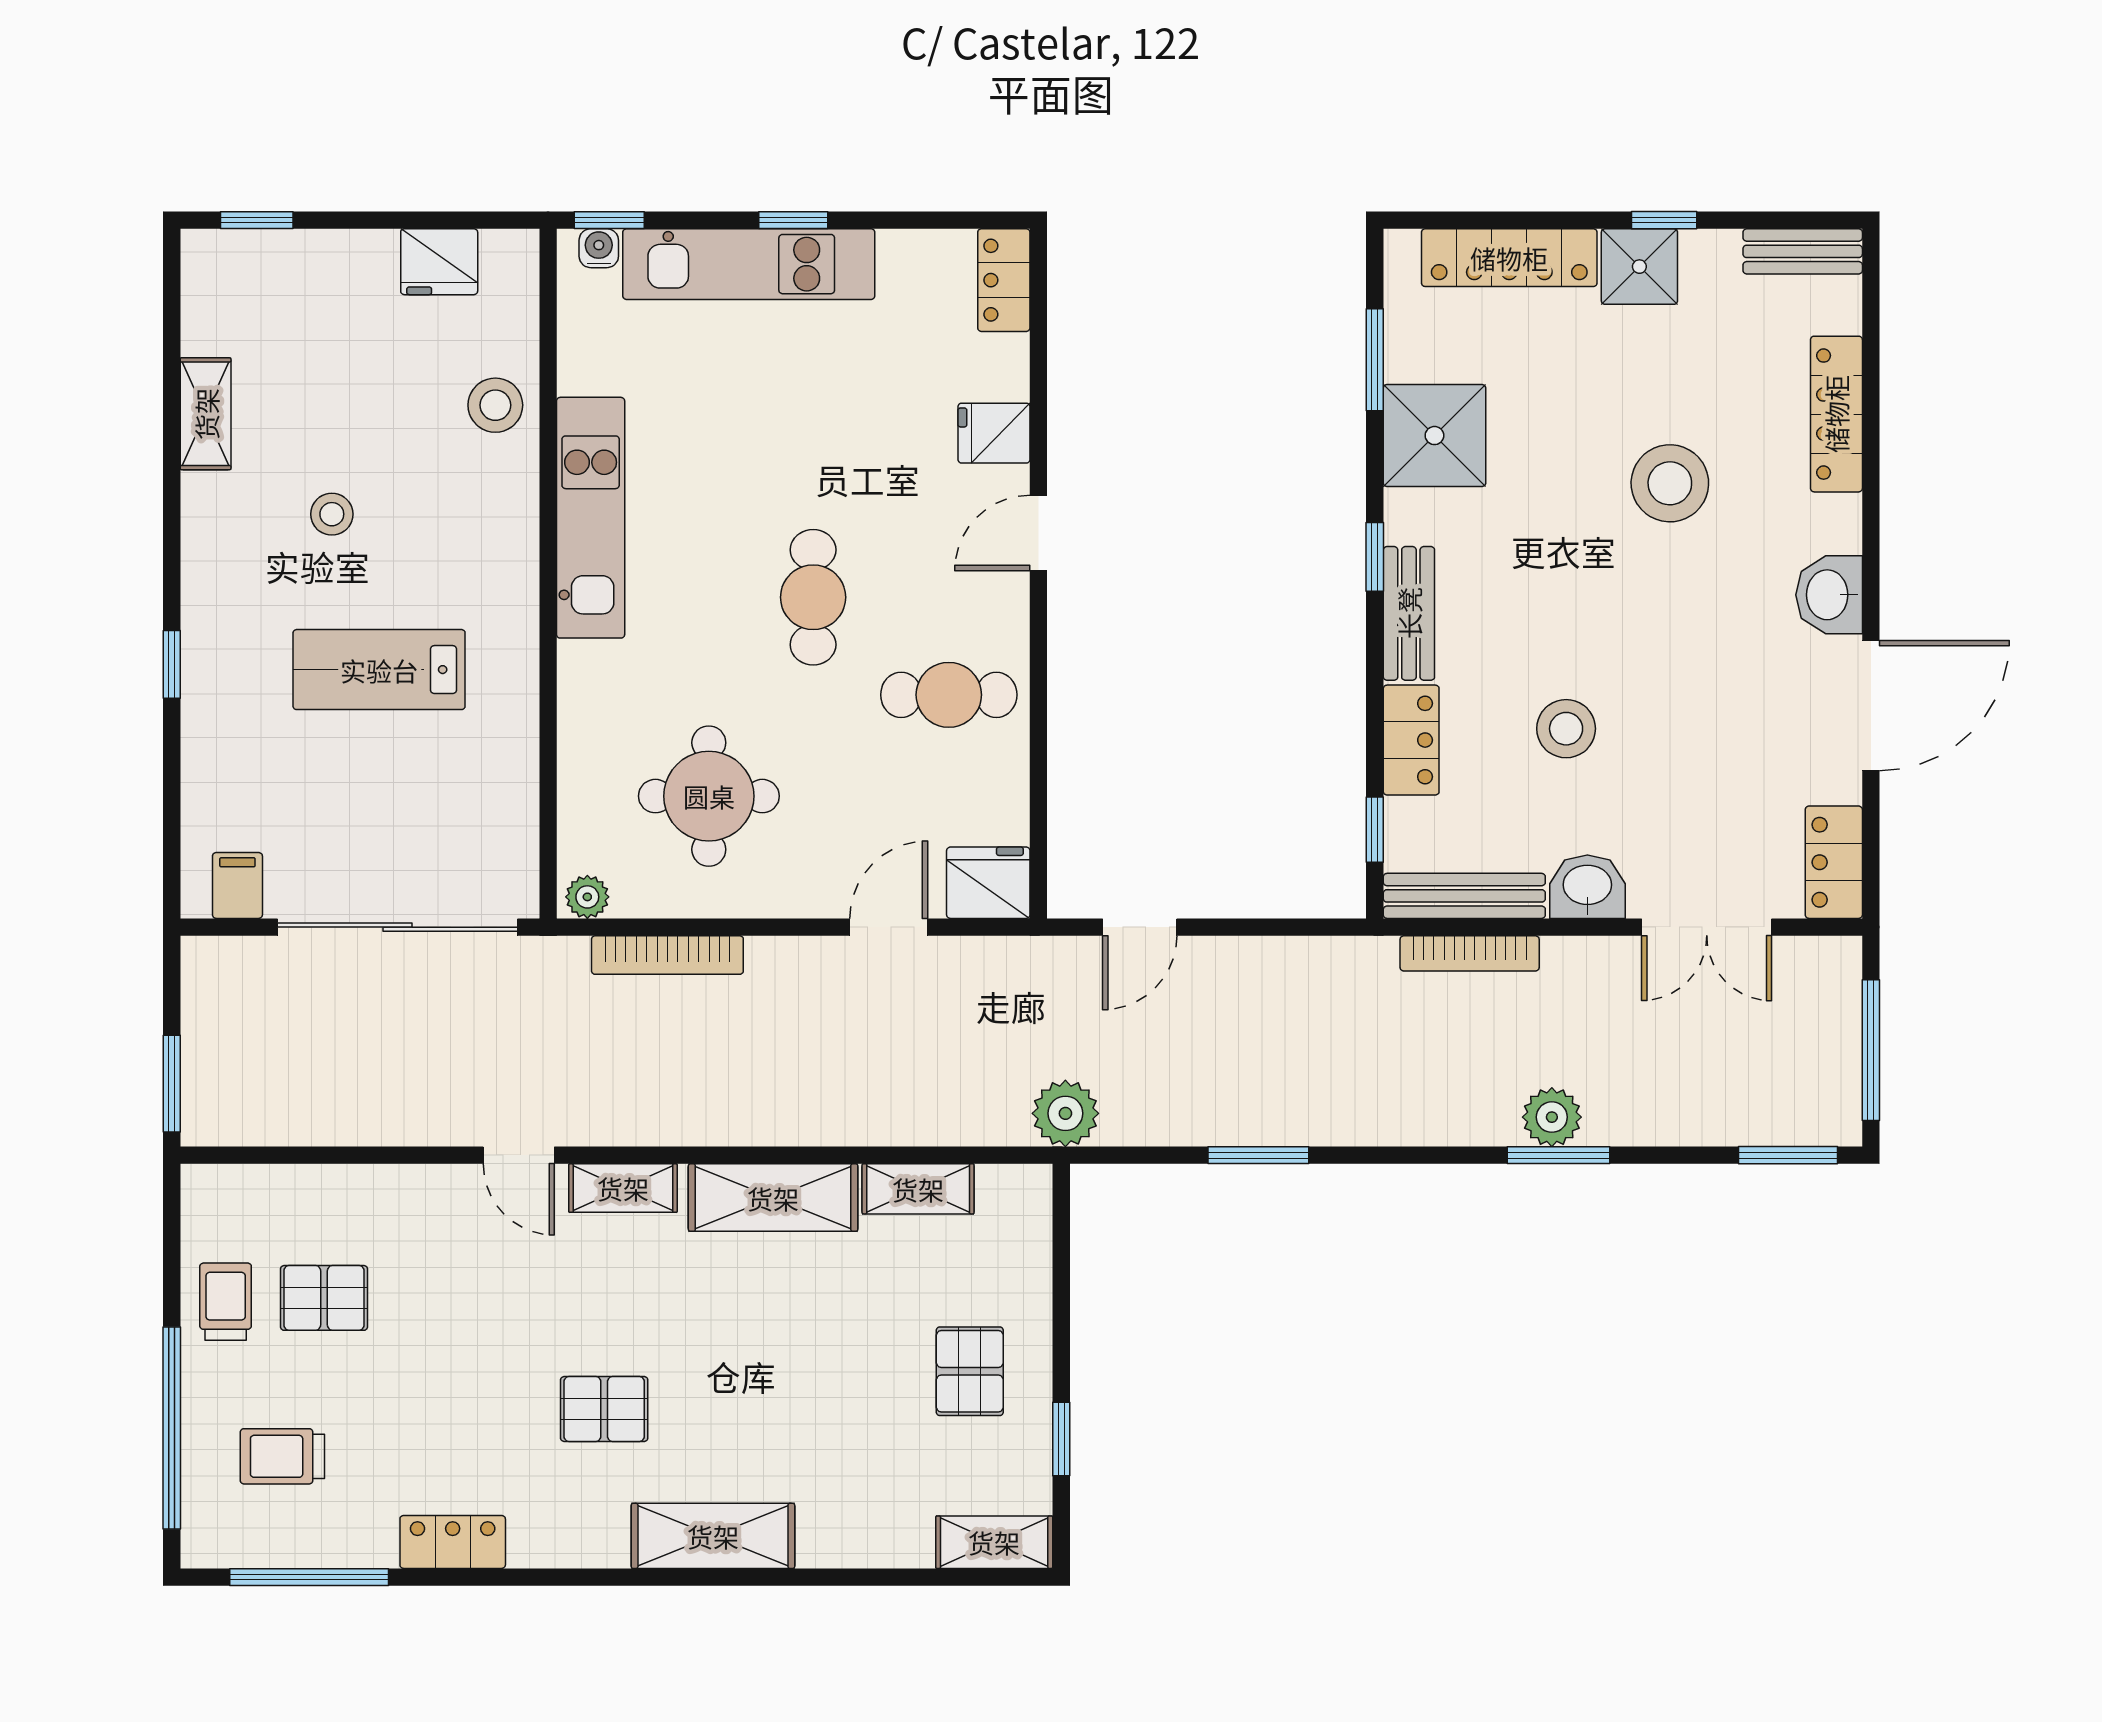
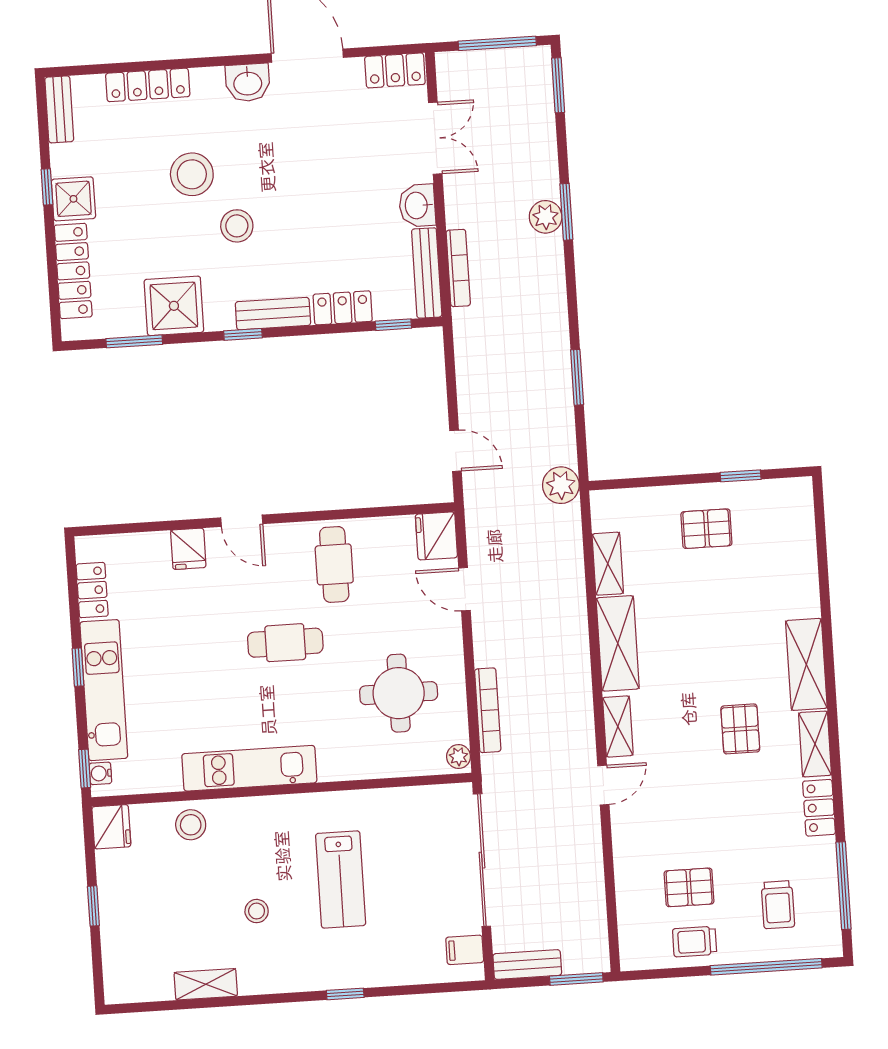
window: (257, 220) -> (93, 906), moved
fridge: (439, 262) -> (111, 827), moved
locker: (1004, 280) -> (92, 590), moved, turned -90
stool: (1566, 729) -> (237, 226), moved
bench: (204, 997) -> (527, 965), added
pallet: (324, 1298) -> (689, 887), turned 90
shelving: (994, 1542) -> (815, 744), moved

